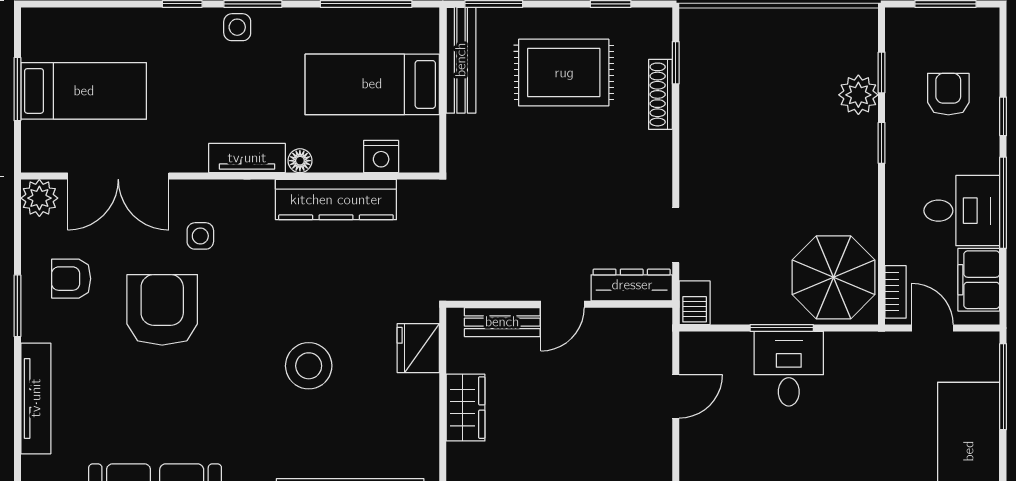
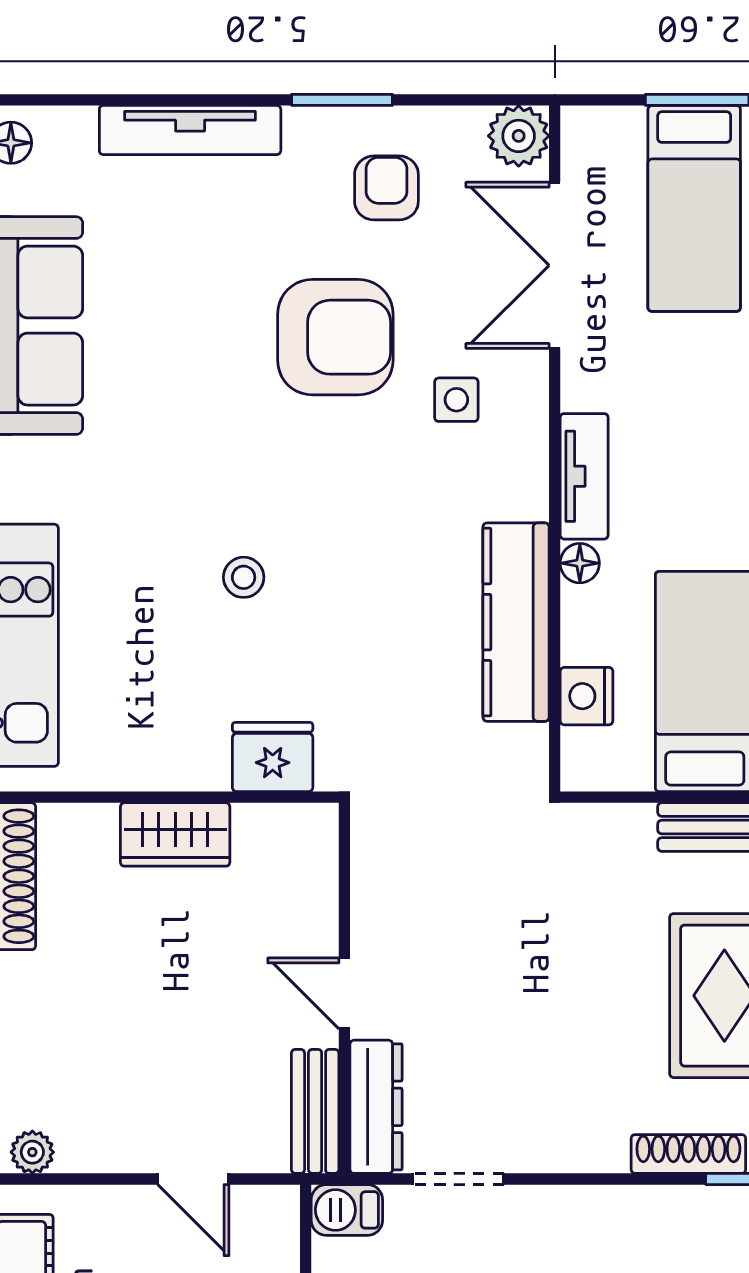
bench: (502, 322) -> (315, 1111), moved
stool: (309, 366) -> (244, 577), width x0.53, depth x0.53

